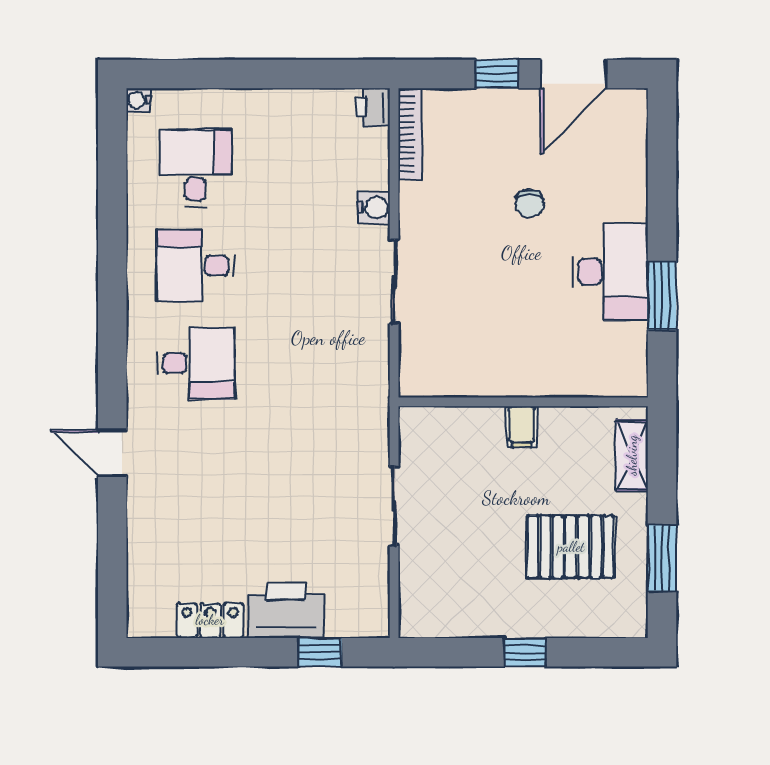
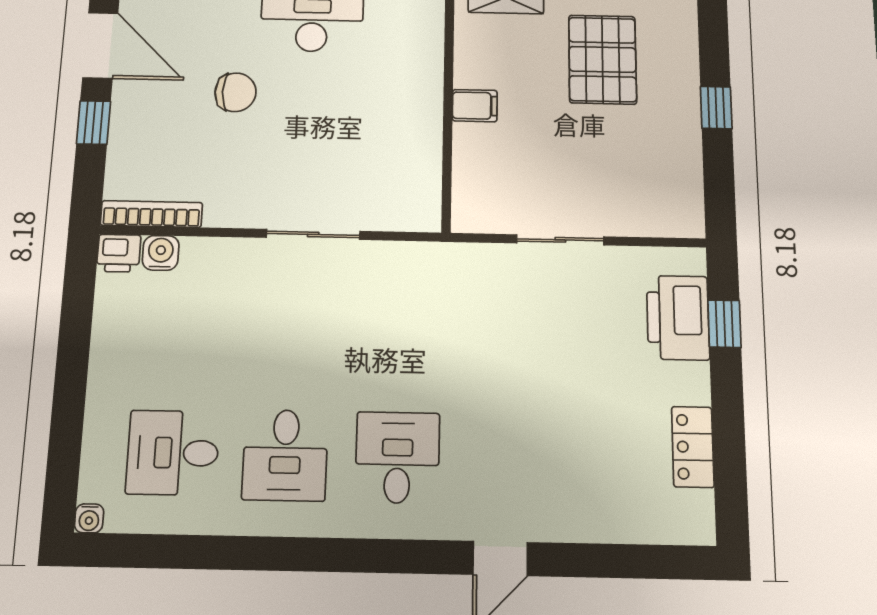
chair: (530, 204) -> (235, 92), width x1.37, depth x1.37
water cooler: (374, 208) -> (161, 253), moved
printer: (286, 611) -> (678, 318), moved

